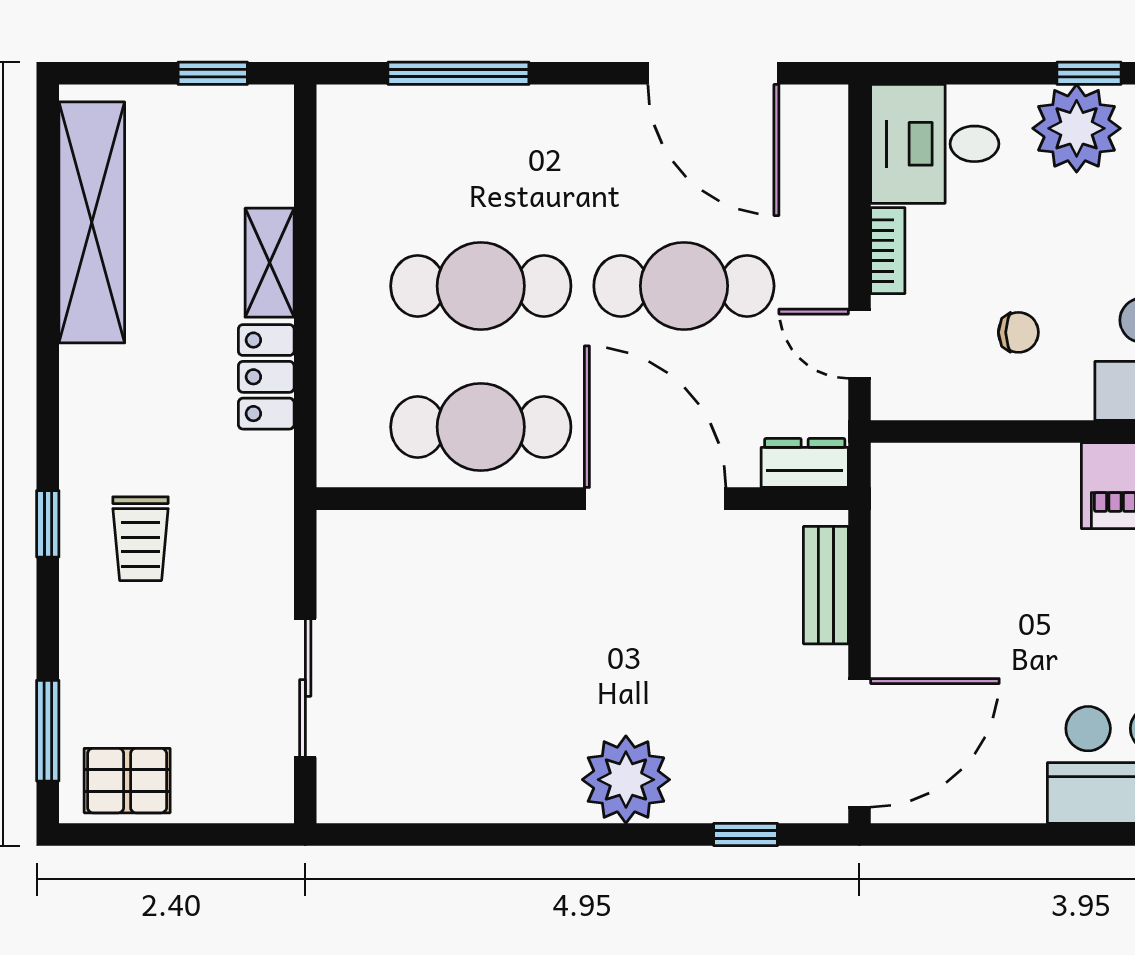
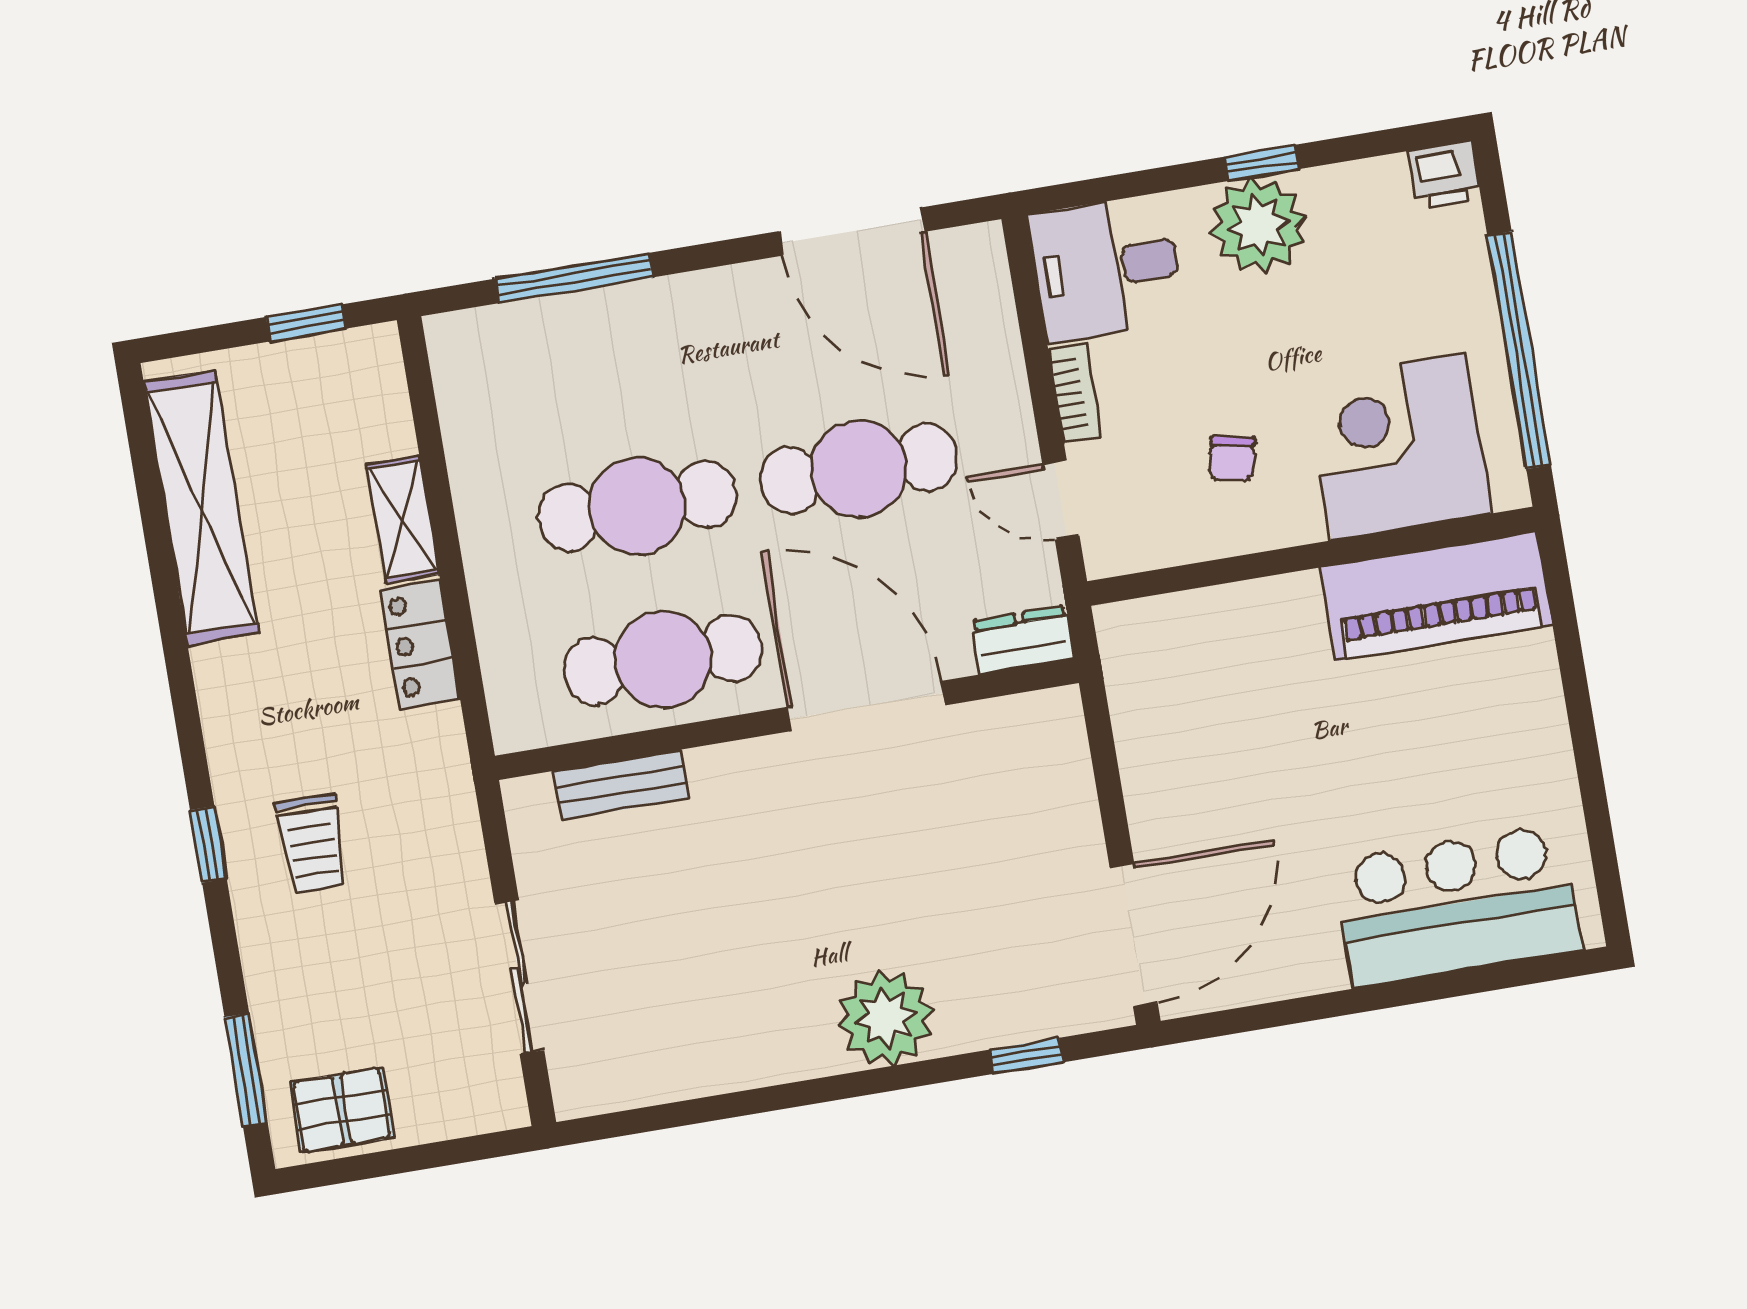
chair: (1018, 332) -> (1232, 458), turned 101
bench: (826, 585) -> (621, 785), moved, turned 90

